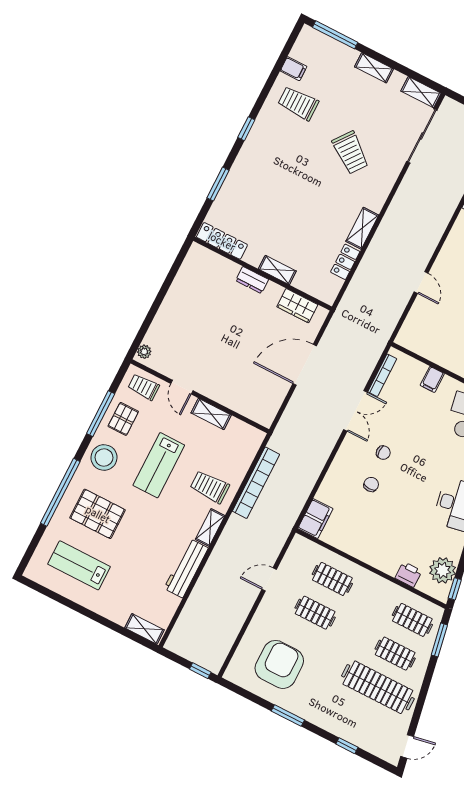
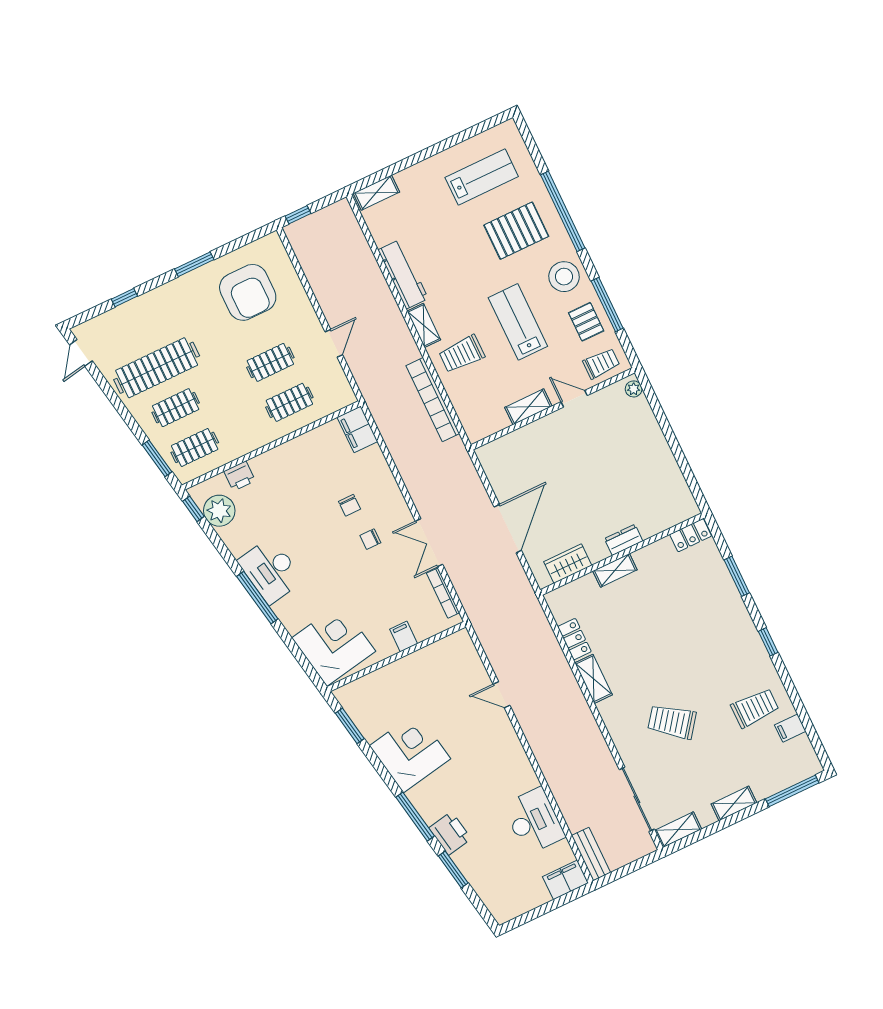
locker: (222, 241) -> (691, 535), width x0.66
trolley: (210, 487) -> (462, 354), turned 180

